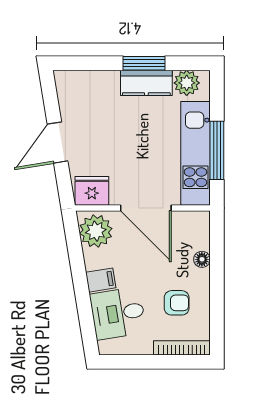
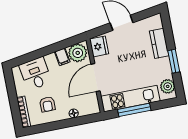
kitchen counter: (146, 83) -> (159, 43), moved
filing cabinet: (101, 280) -> (62, 57), moved

